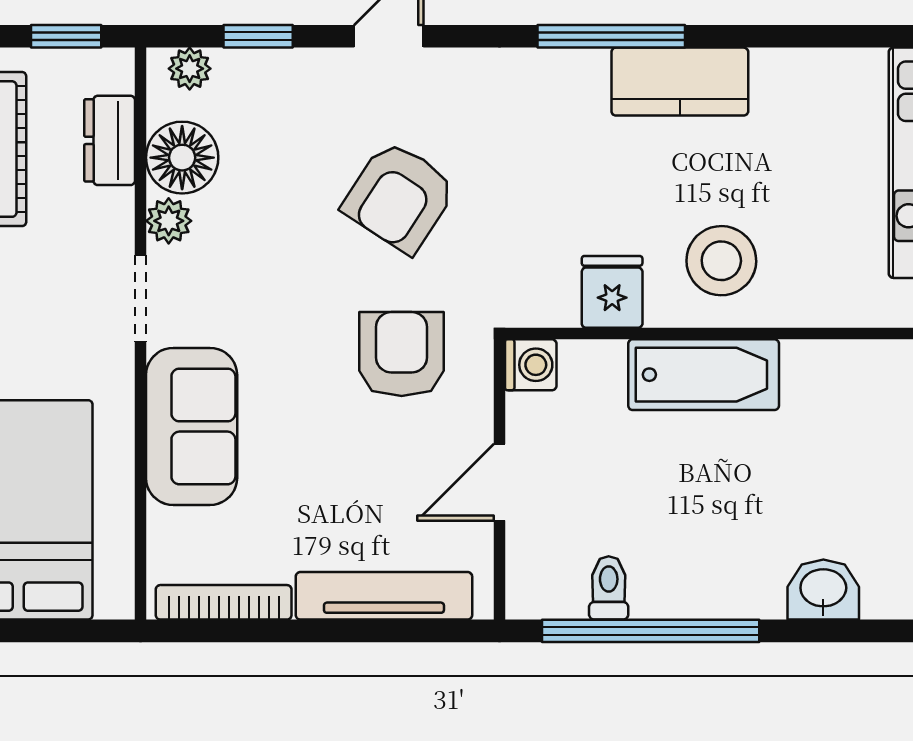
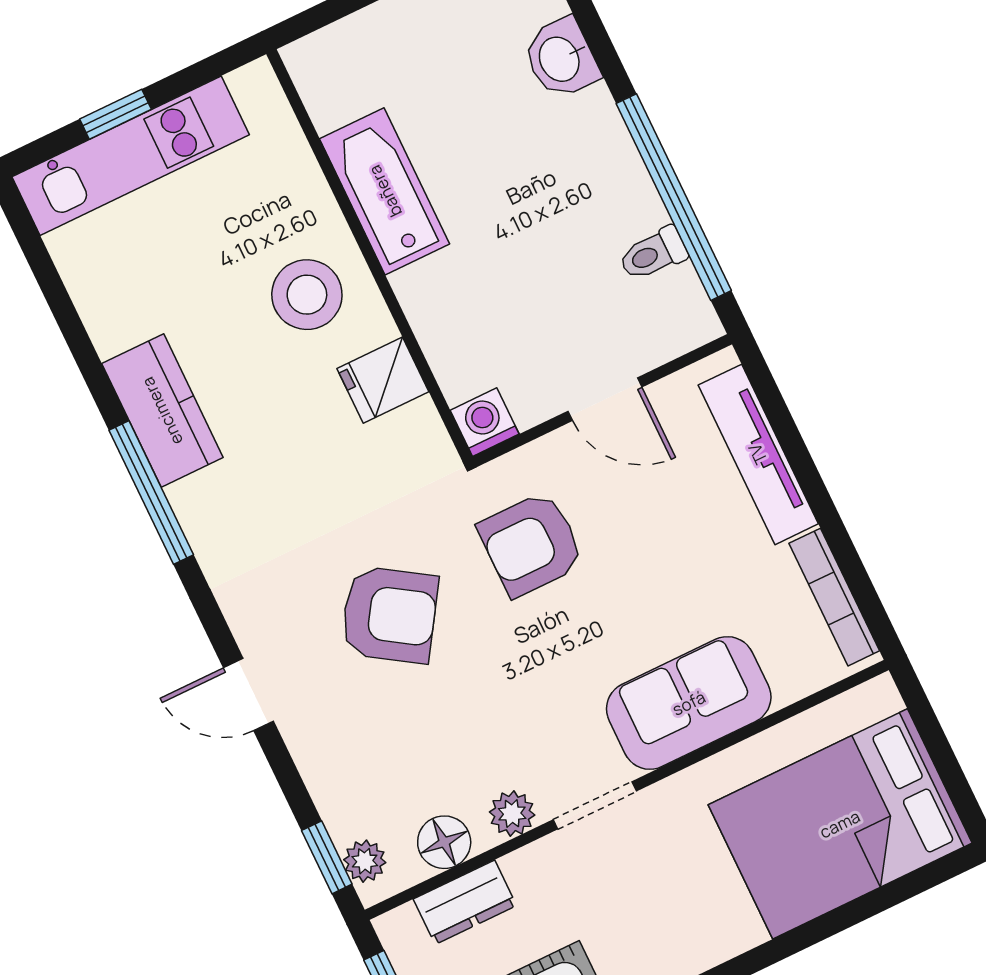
window: (258, 36) -> (327, 857), moved
floor lamp: (182, 158) -> (444, 842), width x0.73, depth x0.73
bathtub: (704, 375) -> (385, 191), moved

